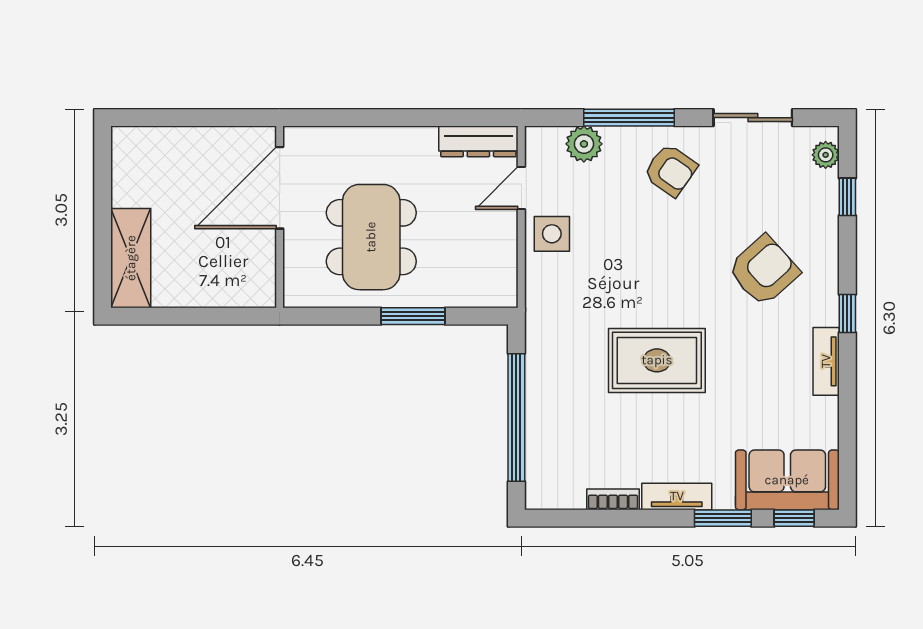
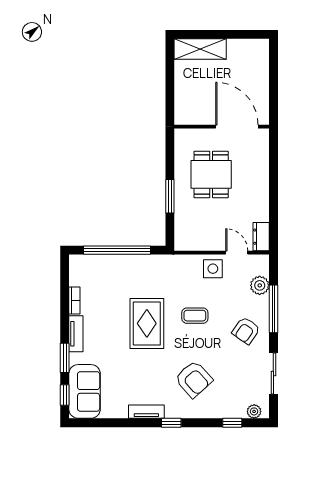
dresser: (478, 141) -> (261, 237), width x0.70
dining table: (371, 237) -> (211, 174), width x0.73
coffee table: (642, 268) -> (195, 316), added

